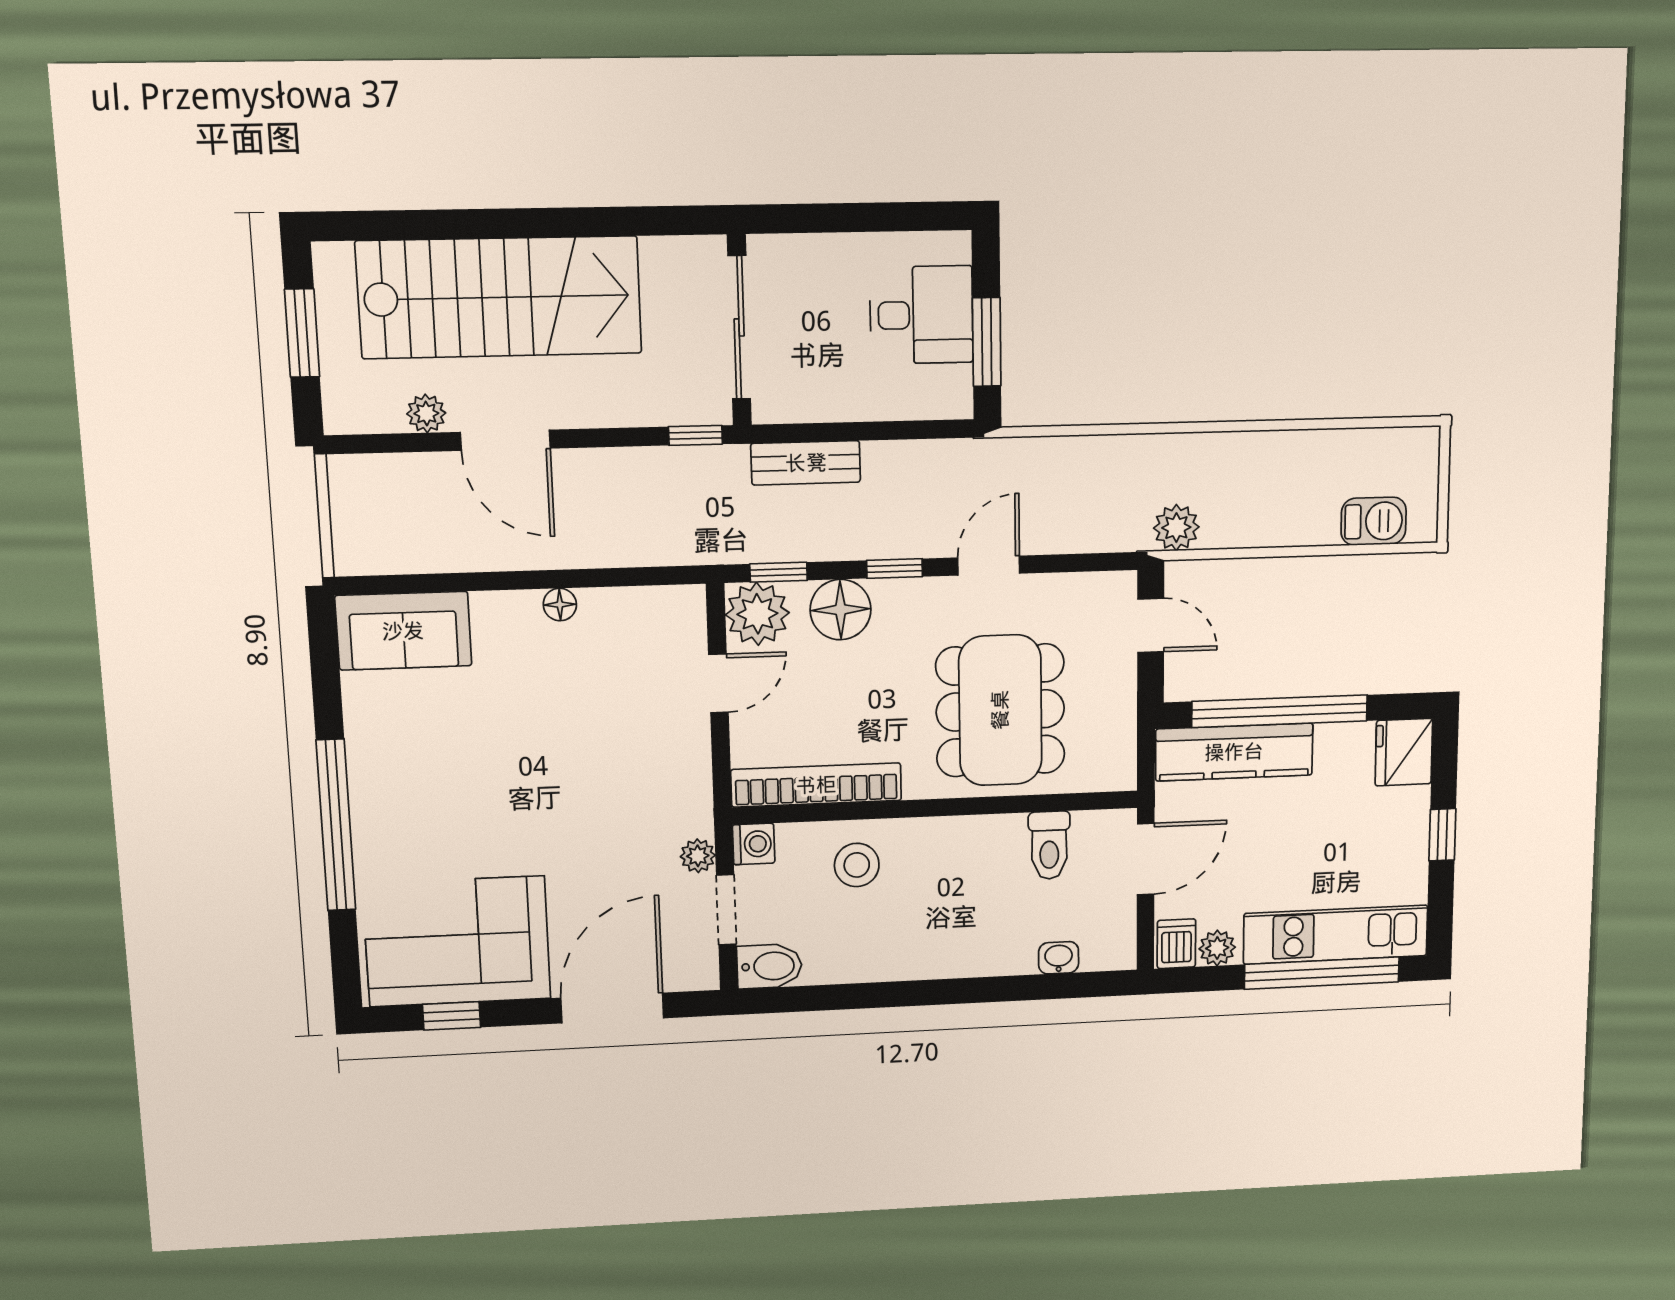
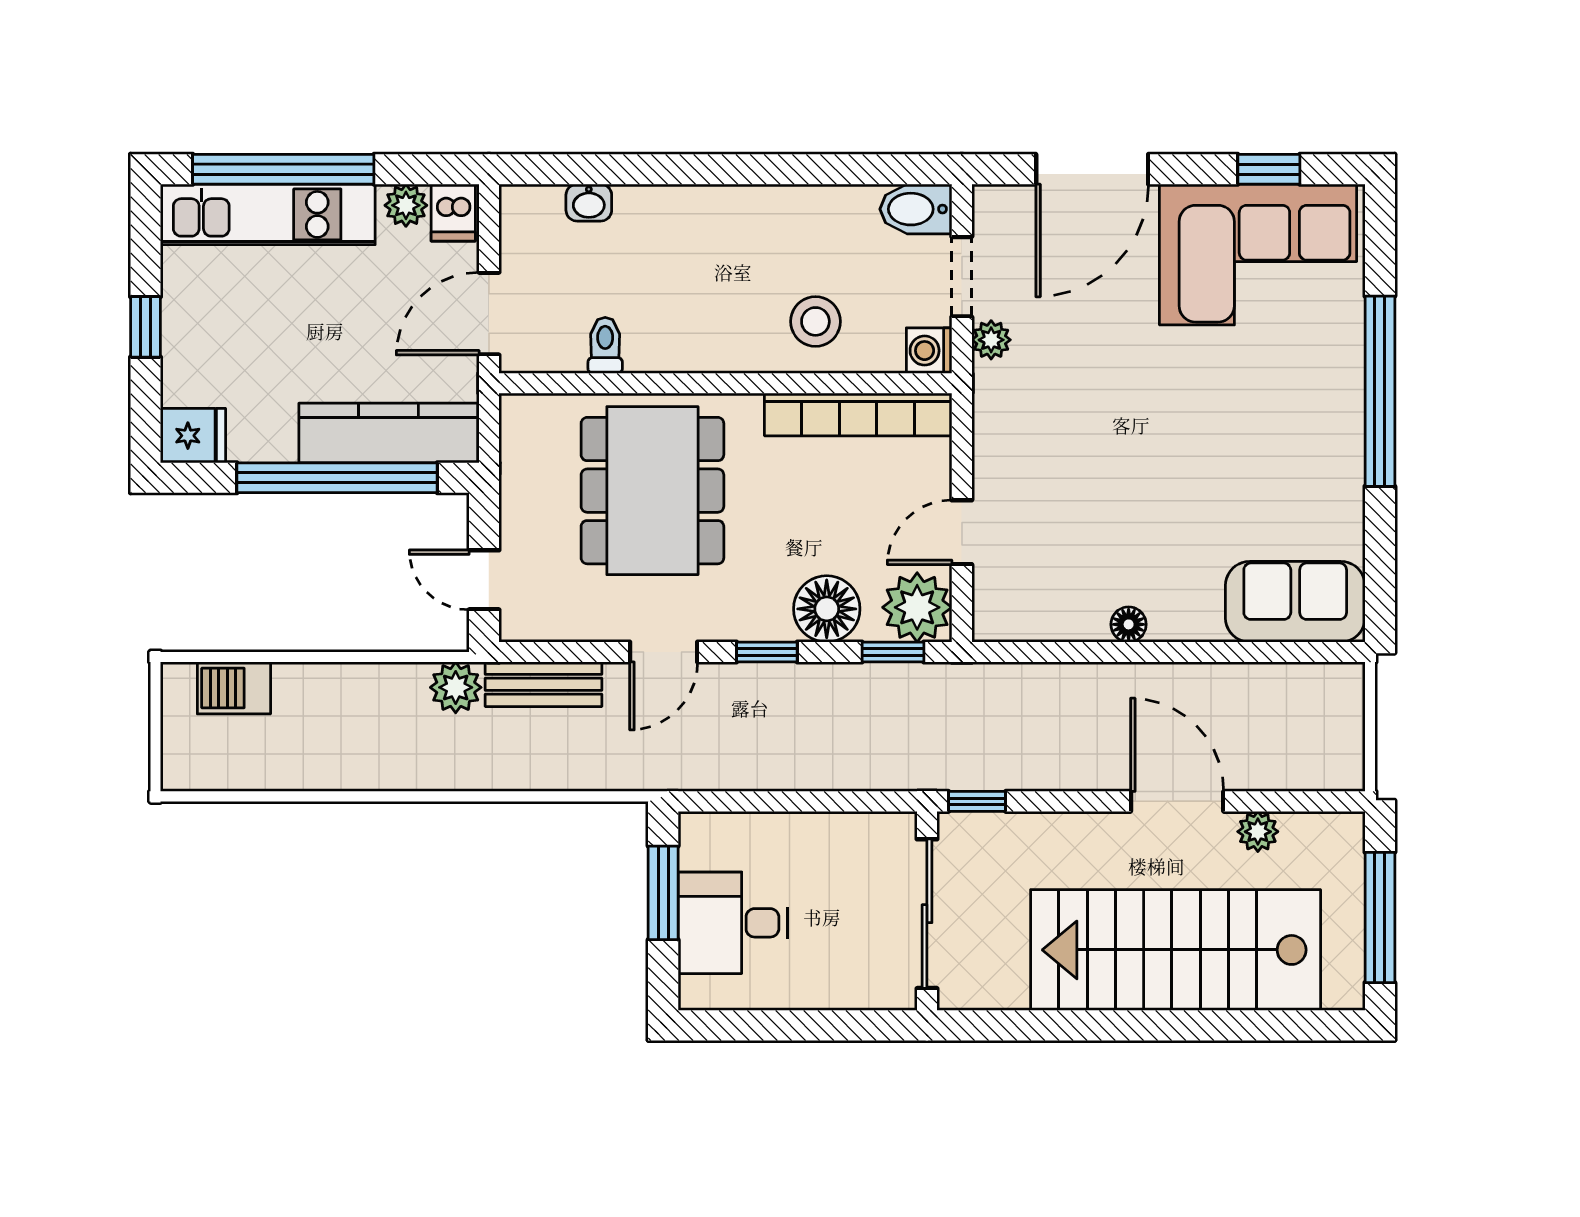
window: (302, 333) -> (1380, 917), width x1.44
bench: (806, 463) -> (544, 684), moved
fridge: (1404, 752) -> (193, 436), width x0.72
toilet: (1049, 845) -> (605, 345), width x0.73, depth x0.72

